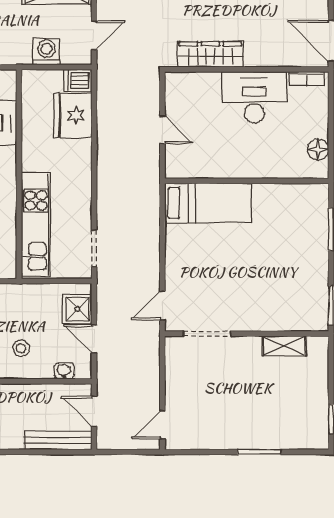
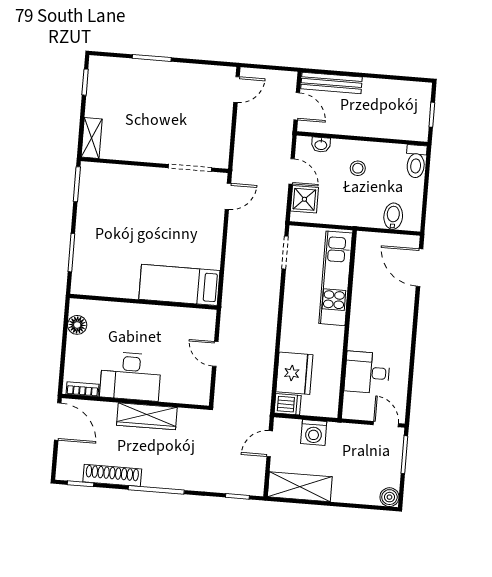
wardrobe: (210, 54) -> (147, 416), moved
shelving: (284, 346) -> (92, 138), moved, turned 90

